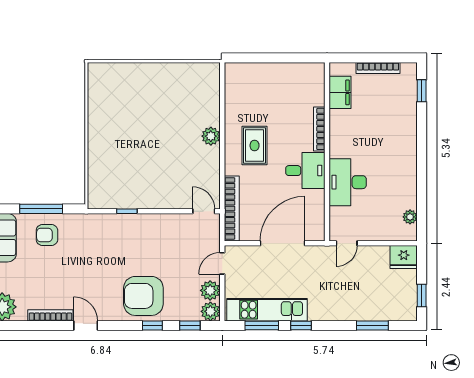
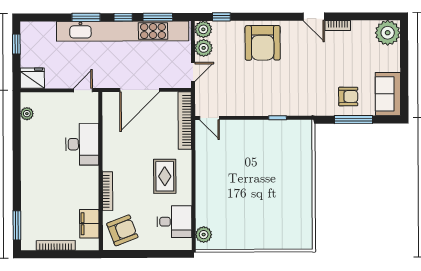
armchair: (303, 85) -> (122, 230), added
window: (422, 91) -> (17, 225), width x1.50
plant: (211, 136) -> (204, 235), moved
desk: (305, 171) -> (174, 222), moved, turned 180
armchair: (143, 296) -> (263, 43), turned 90
kitchen unit: (267, 310) -> (123, 31), width x1.86
bookcase: (50, 315) -> (338, 25), width x0.64
window: (152, 325) -> (255, 17), removed
window: (372, 325) -> (86, 17), moved

